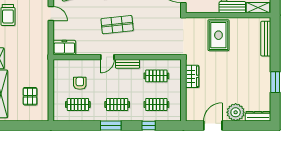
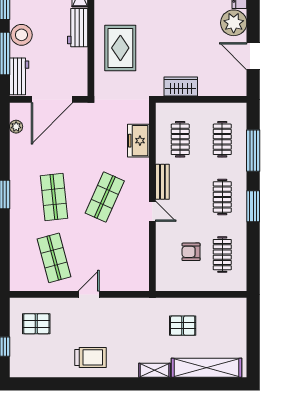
shop shelf: (117, 25) -> (105, 197), turned 30
rug: (218, 35) -> (120, 48), turned 90
freezer: (64, 48) -> (138, 141), moved
pallet: (30, 96) -> (183, 326), moved
window: (149, 126) -> (253, 151), width x2.17

